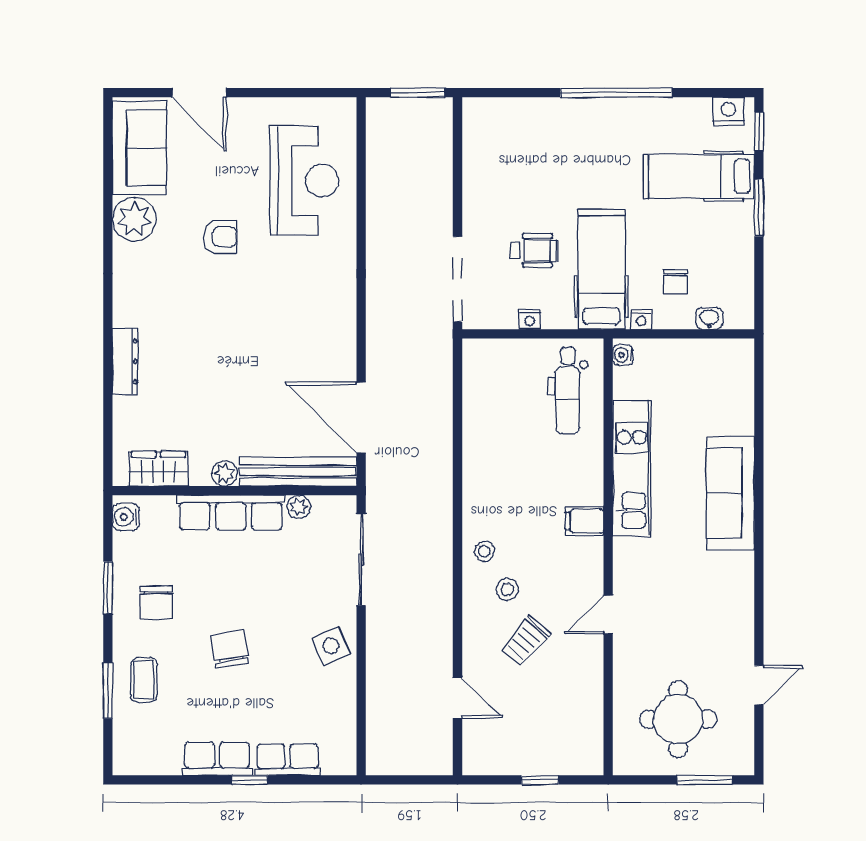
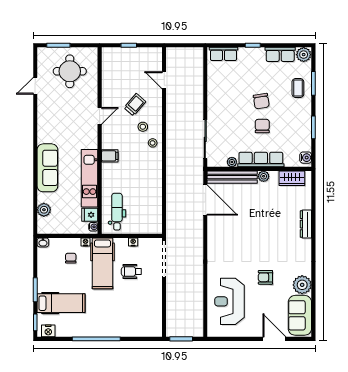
washbasin: (709, 318) -> (43, 242), moved
fridge: (631, 383) -> (90, 215), added
plant: (739, 395) -> (44, 210), added
chair: (156, 603) -> (262, 126), moved
side table: (331, 646) -> (218, 102), removed
plant: (131, 758) -> (304, 55), added
row of seats: (217, 759) -> (280, 54), moved
row of seats: (287, 760) -> (223, 54), moved

